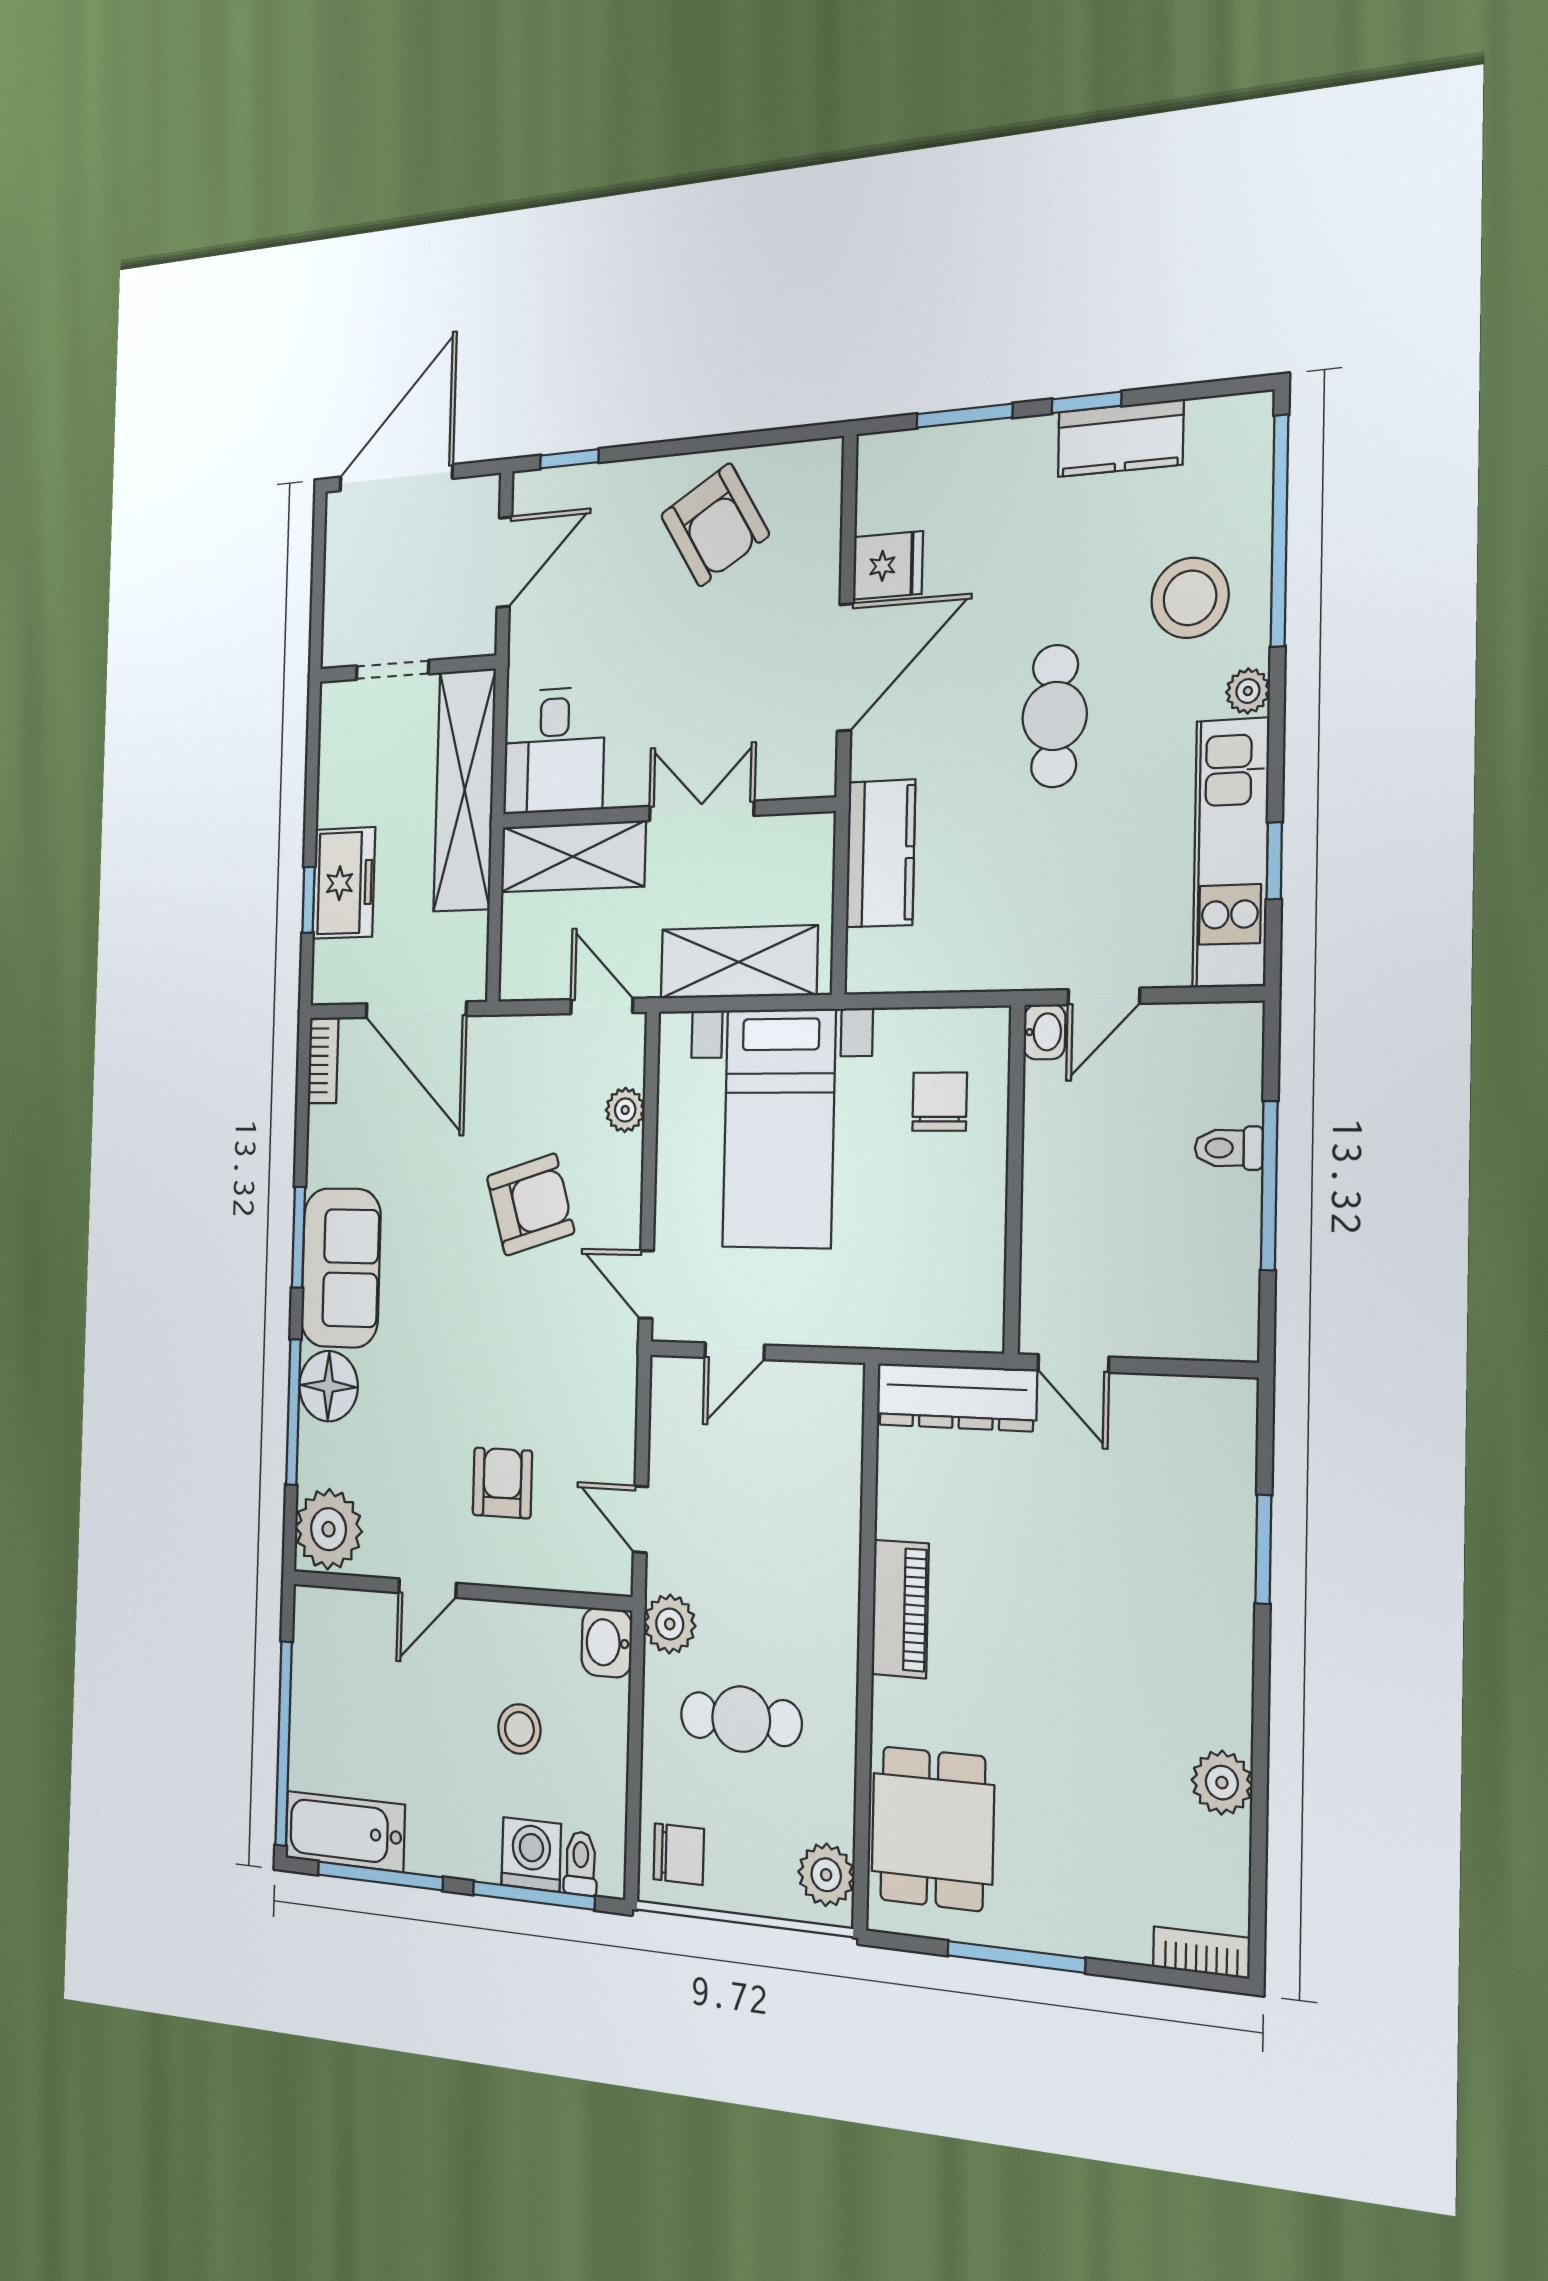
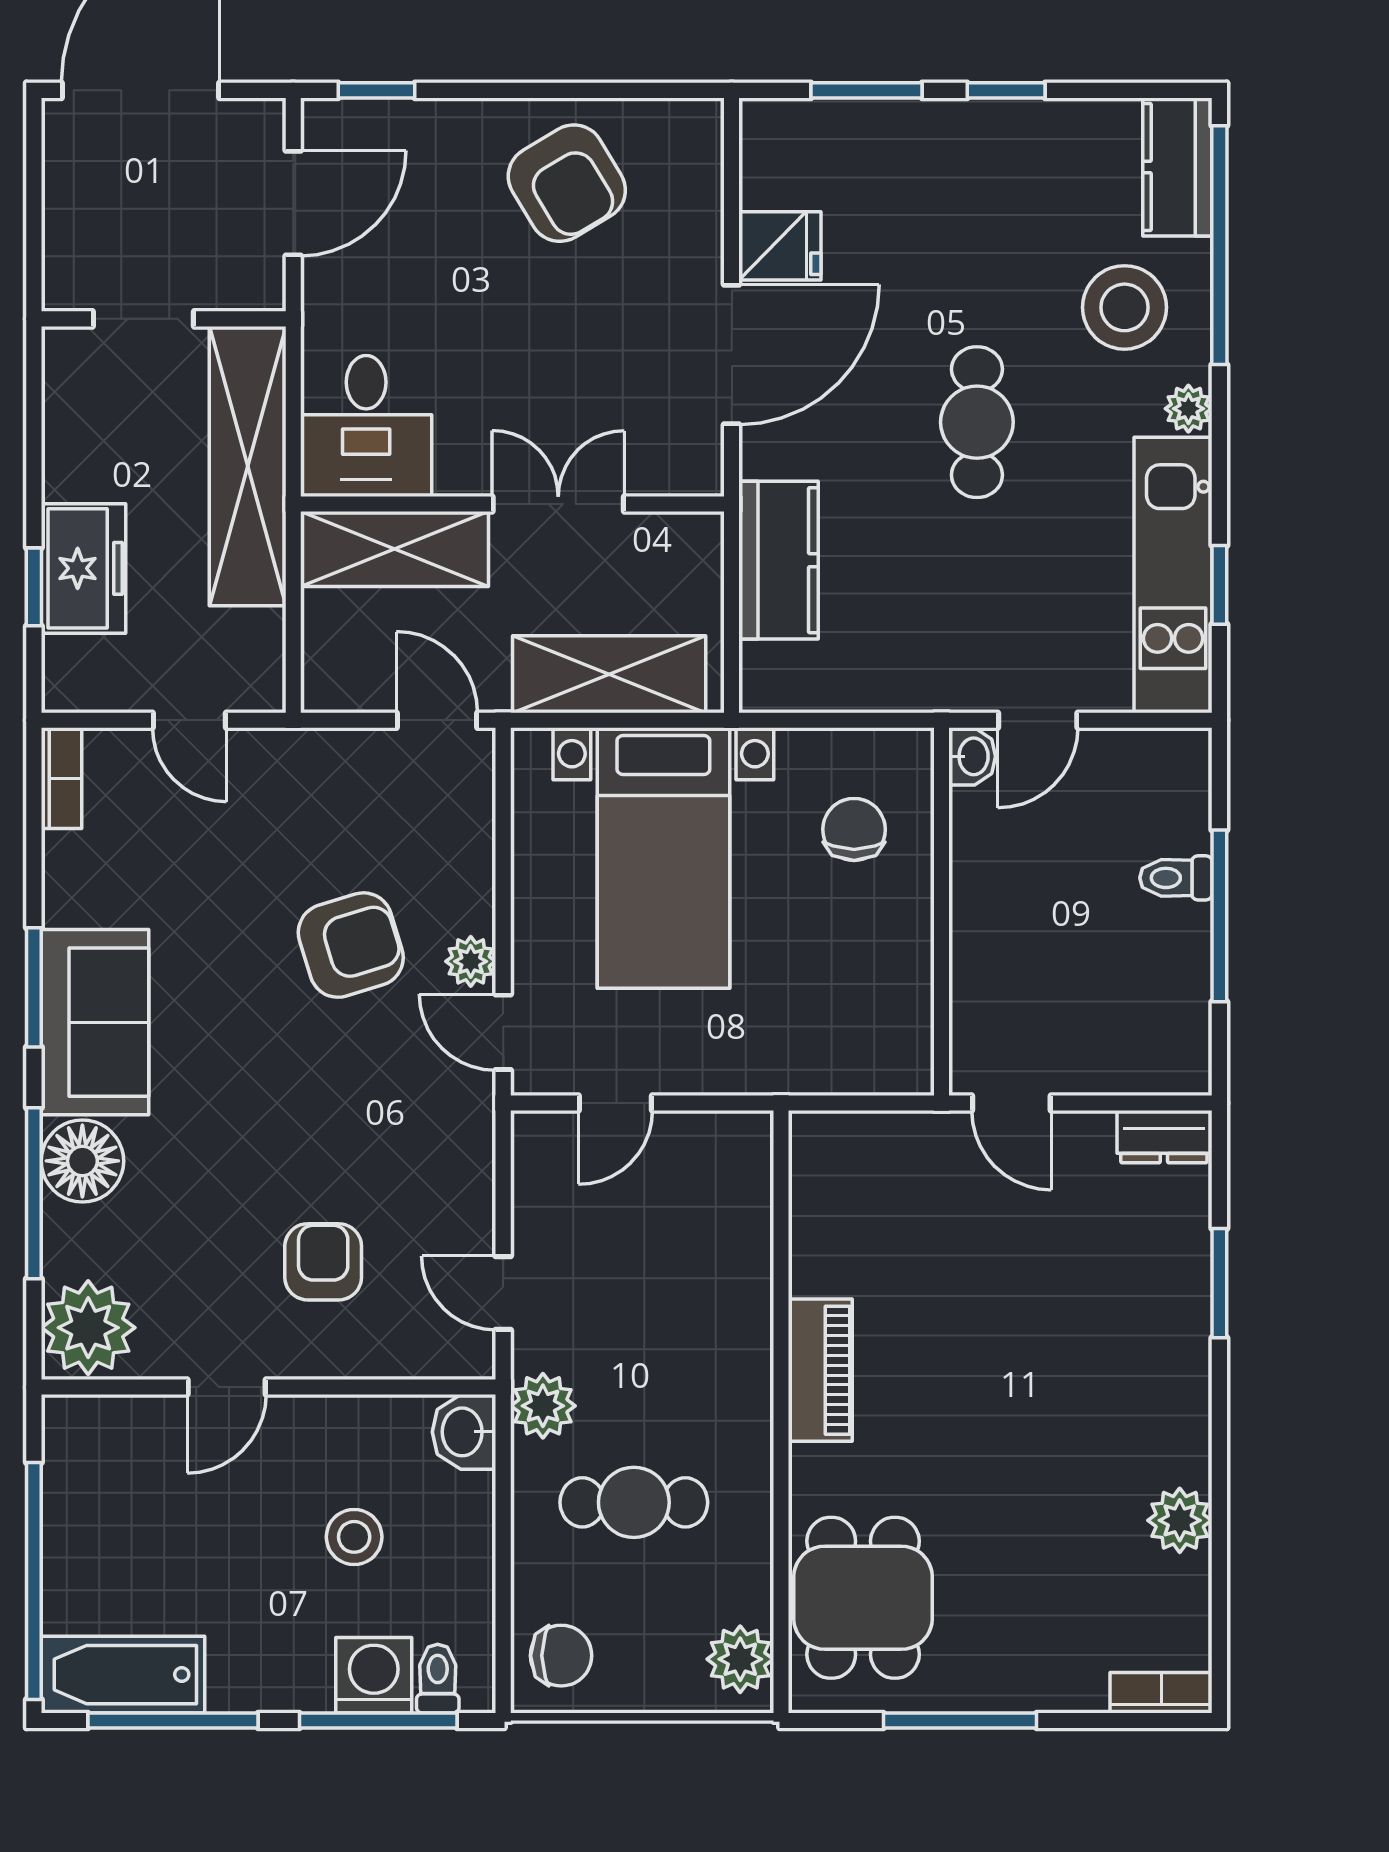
kitchen counter: (1120, 438) -> (1177, 167), moved, turned 90
door: (416, 1010) -> (189, 720), width x0.53
plant: (625, 1110) -> (471, 961), moved
dresser: (956, 1397) -> (1164, 1137), moved, width x0.51, depth x0.80

